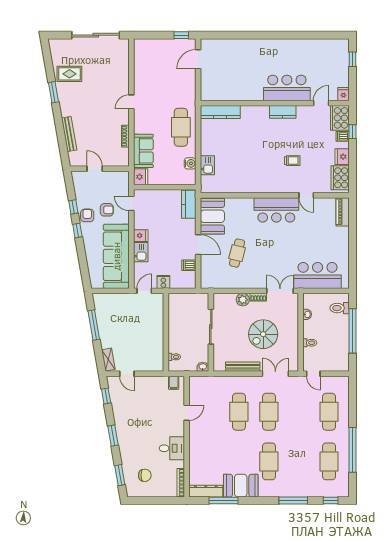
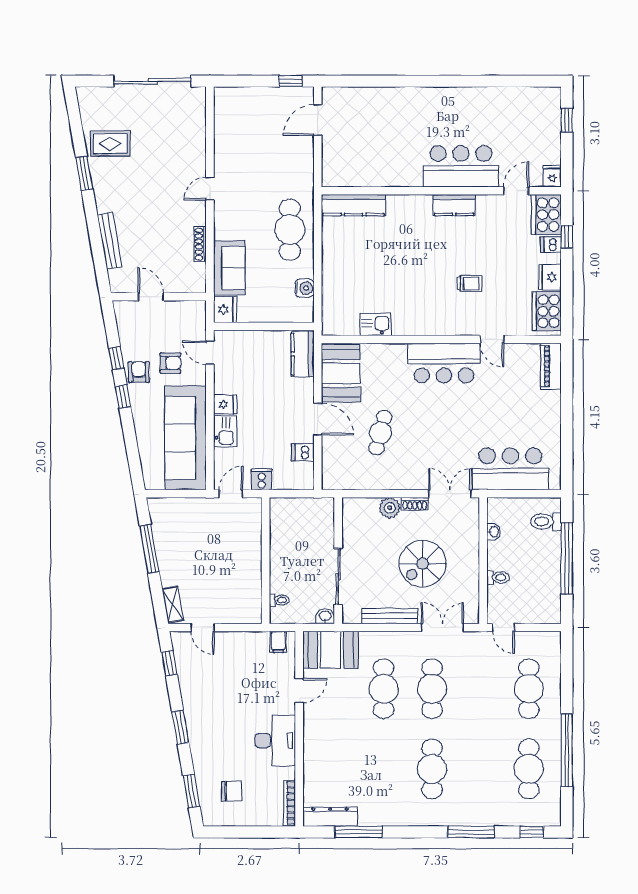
kitchen sink: (207, 165) -> (376, 324), moved, turned -90
sliding door: (211, 327) -> (338, 577), moved
desk: (172, 448) -> (275, 741), width x1.37
booth: (241, 486) -> (331, 650), moved

